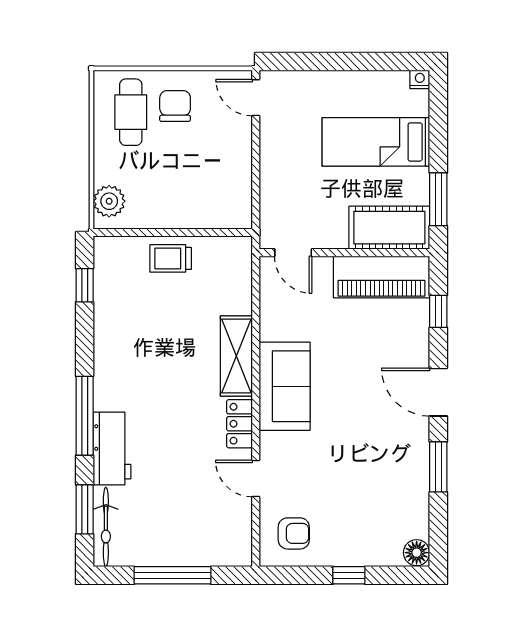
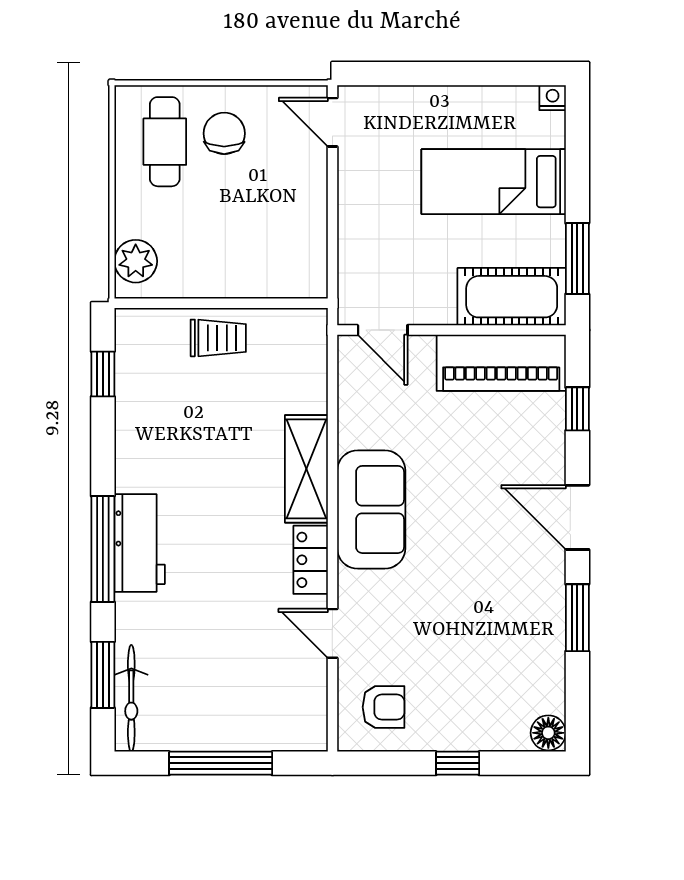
trolley: (171, 258) -> (218, 338), turned 180
workbench: (112, 448) -> (140, 543), moved

